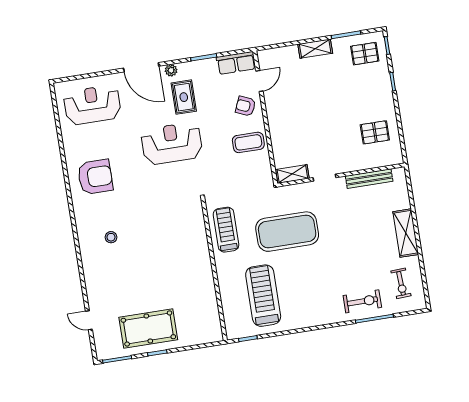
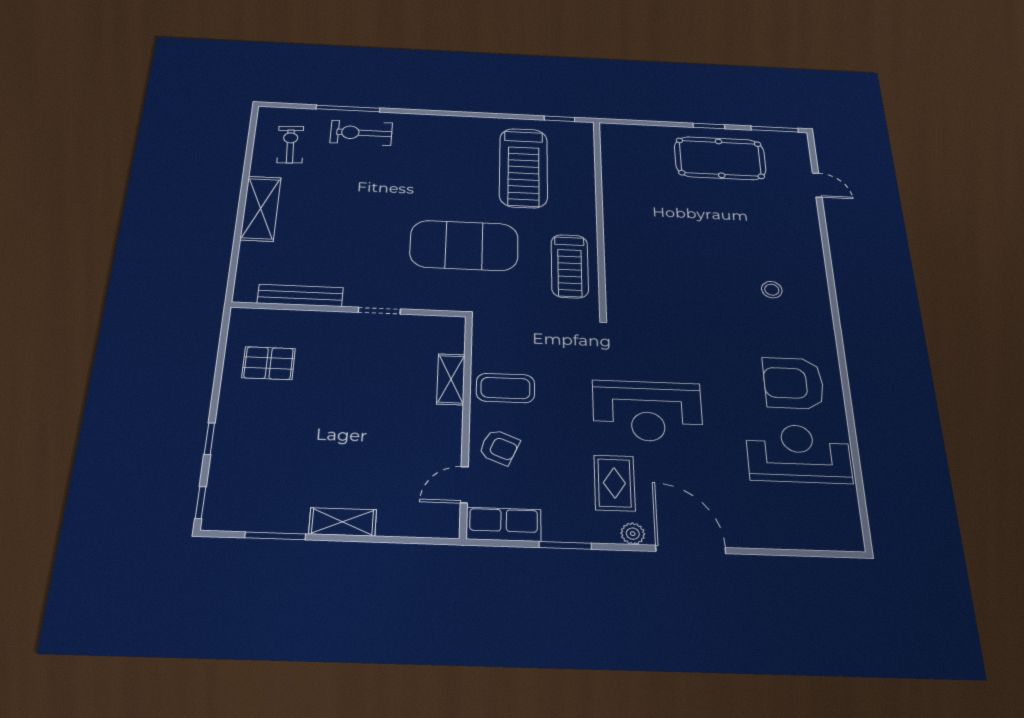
pallet: (365, 54) -> (248, 496), removed
reception desk: (92, 105) -> (798, 453), moved, turned 180
shelving: (292, 174) -> (451, 379), moved, turned 90

